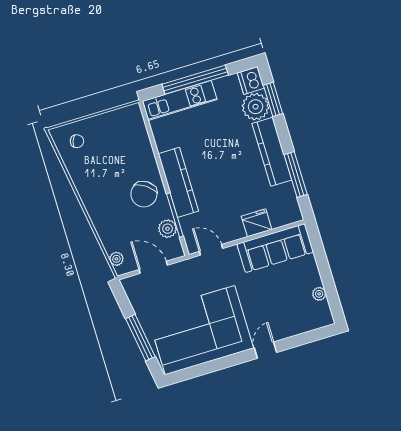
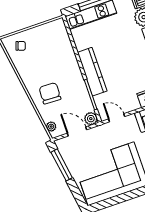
chair: (144, 194) -> (50, 93), moved, turned 147
plant: (168, 229) -> (91, 119), moved
window: (140, 338) -> (62, 165), moved

